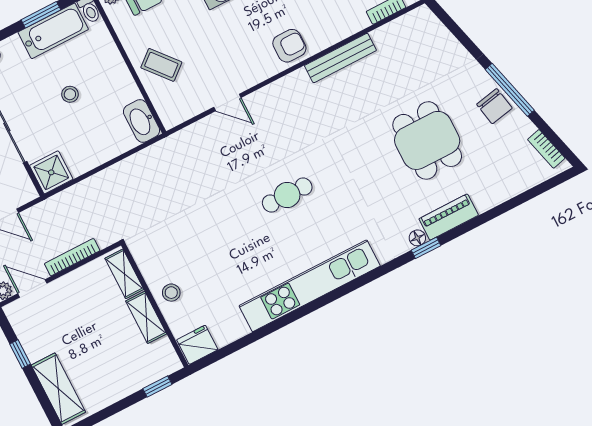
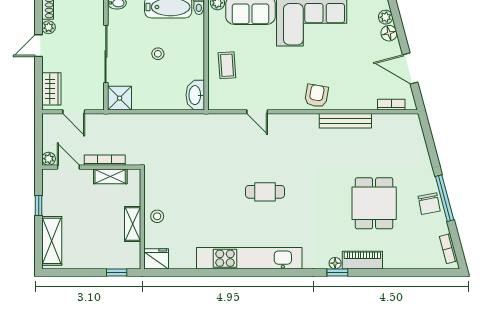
armchair: (289, 46) -> (316, 96), turned -80
coffee table: (161, 65) -> (227, 65), turned 36
shelving: (124, 274) -> (110, 176), moved, turned 90

